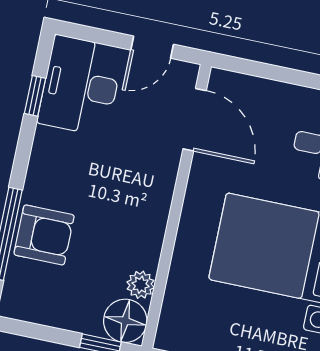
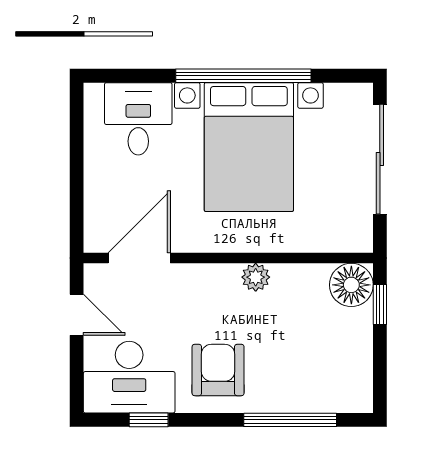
armchair: (44, 235) -> (218, 370), moved
plant: (141, 285) -> (256, 277), moved

